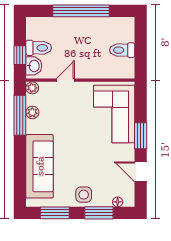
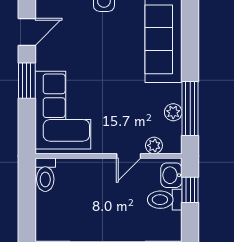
toilet: (122, 50) -> (45, 175), moved, turned 90
plant: (32, 88) -> (154, 145), moved
door: (141, 172) -> (27, 32), hinge flipped

